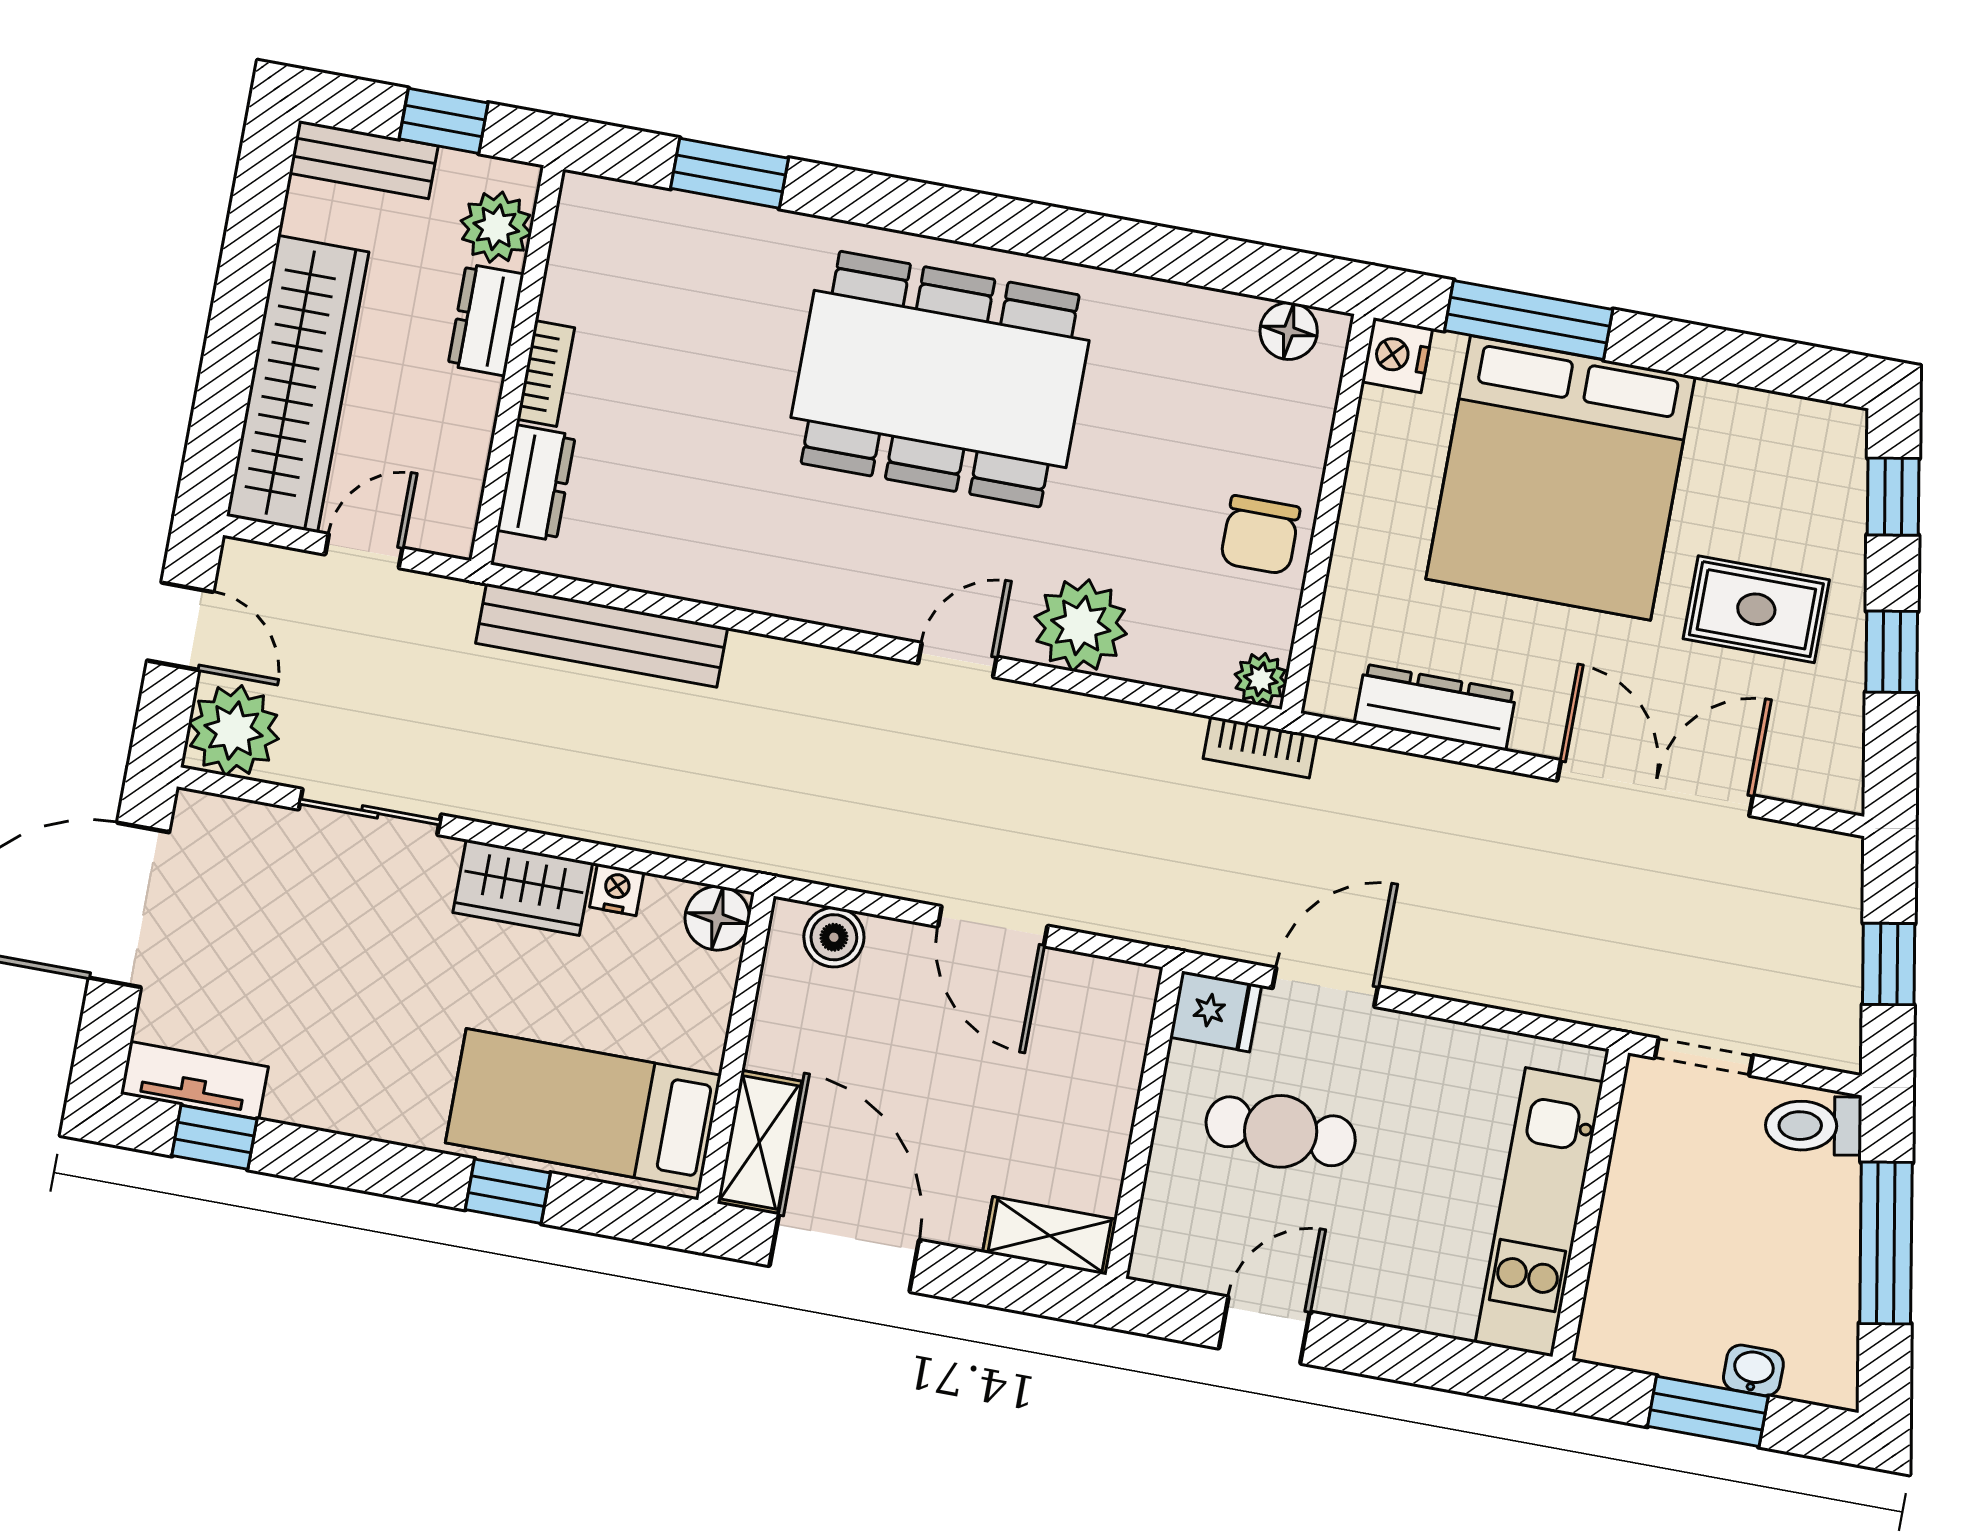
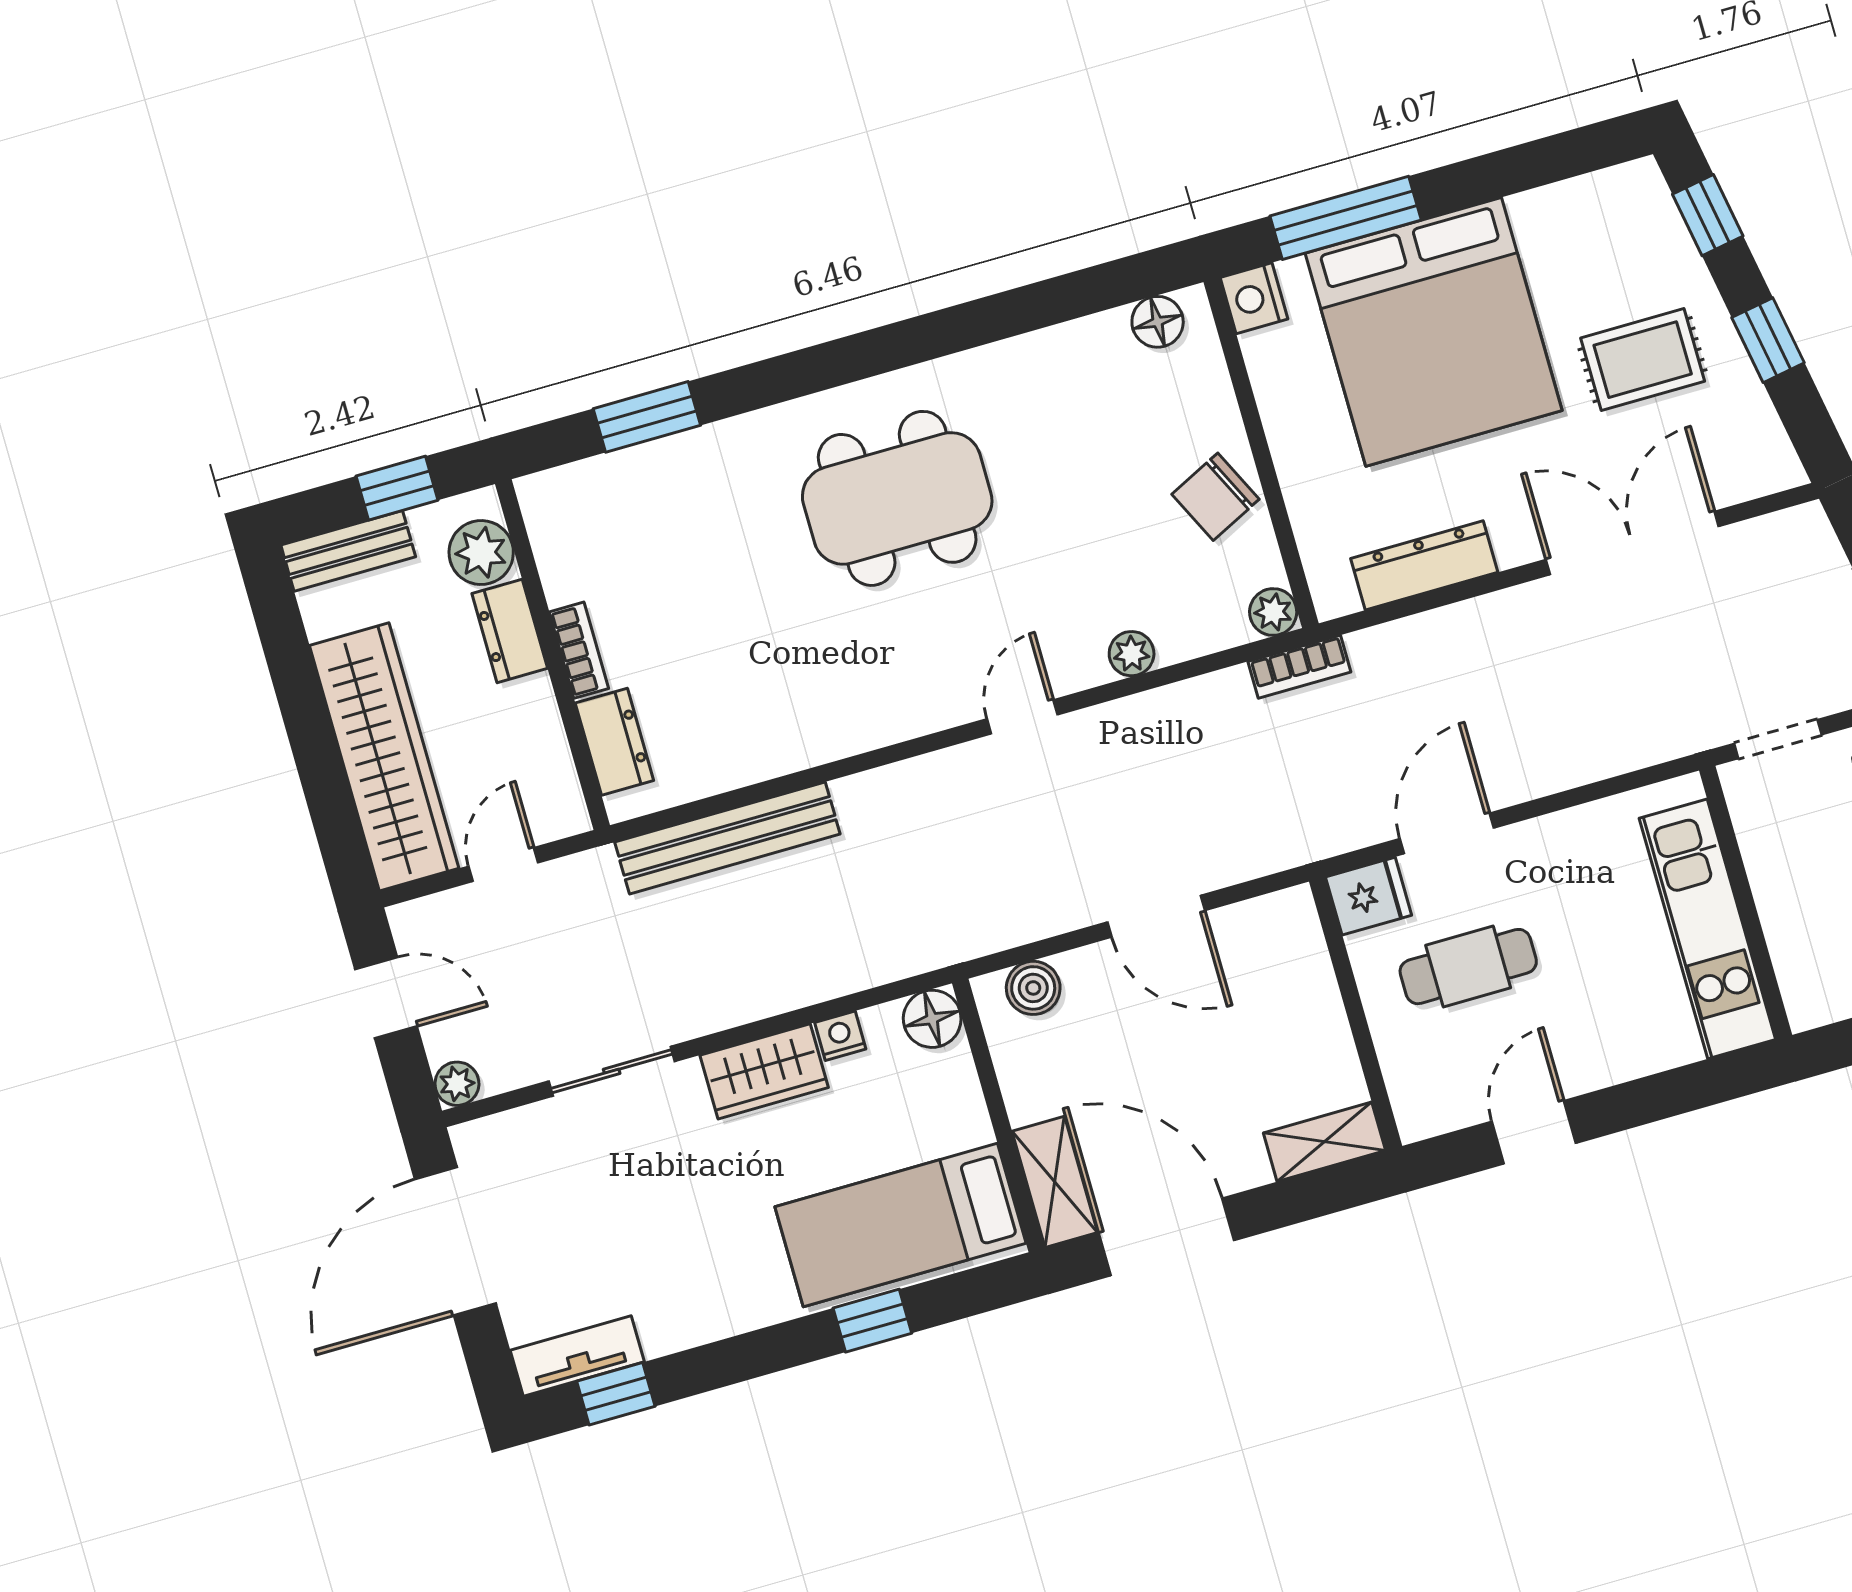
dining table: (940, 379) -> (897, 498), width x0.73, depth x0.80
chair: (1260, 535) -> (1215, 497), turned 64
plant: (1081, 625) -> (1132, 654), width x0.53, depth x0.53
plant: (234, 731) -> (457, 1084), width x0.53, depth x0.53

